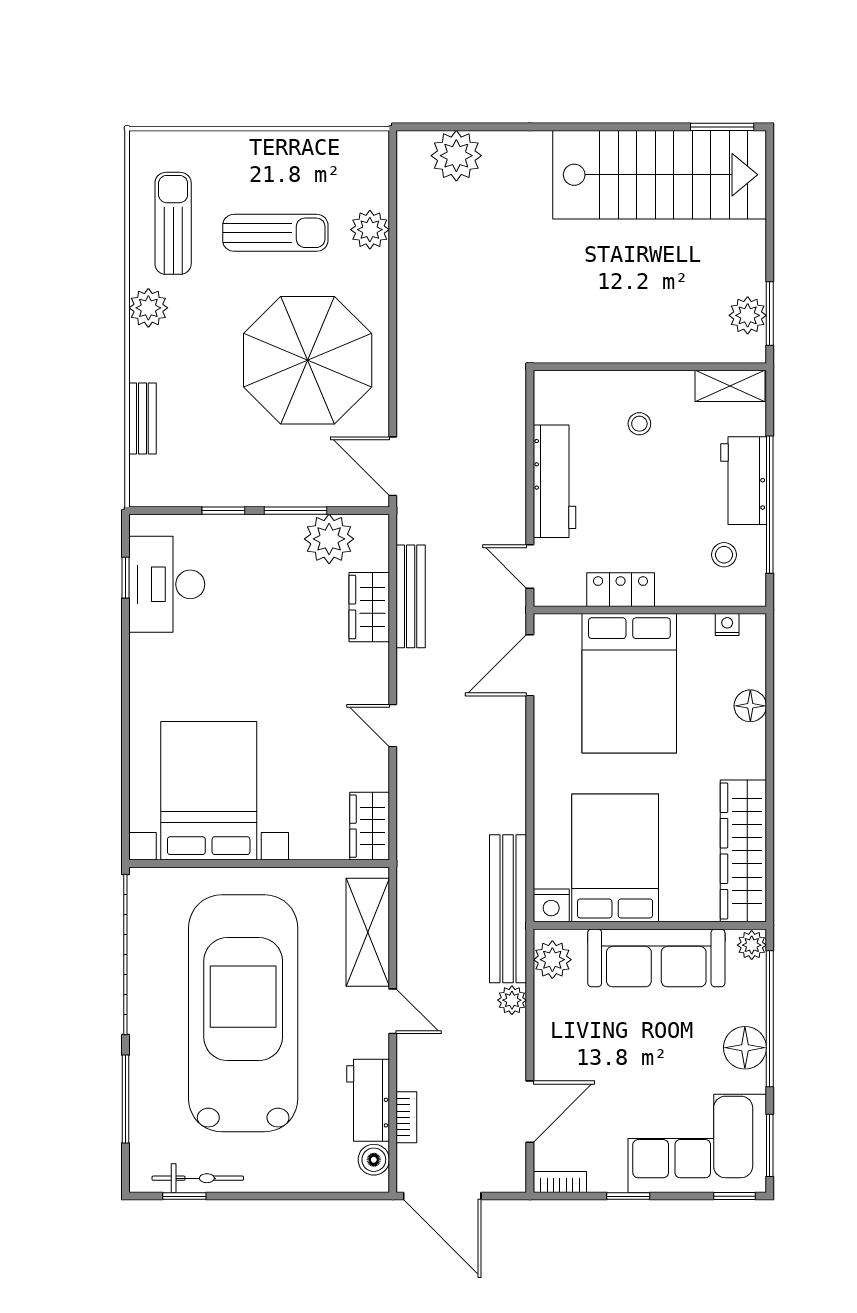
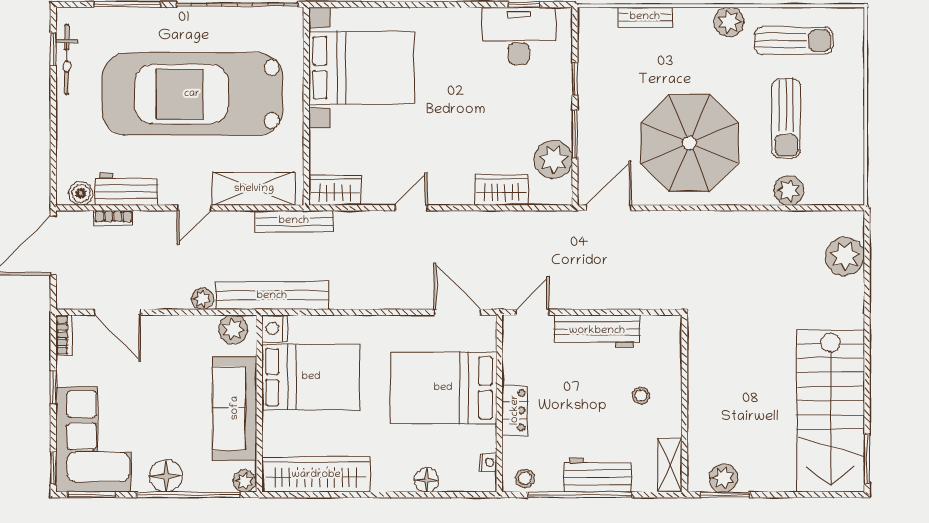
stool: (724, 555) -> (525, 478), moved
locker: (621, 590) -> (515, 410), moved
bench: (411, 596) -> (294, 221), moved
car: (243, 1013) -> (192, 94), turned 180

